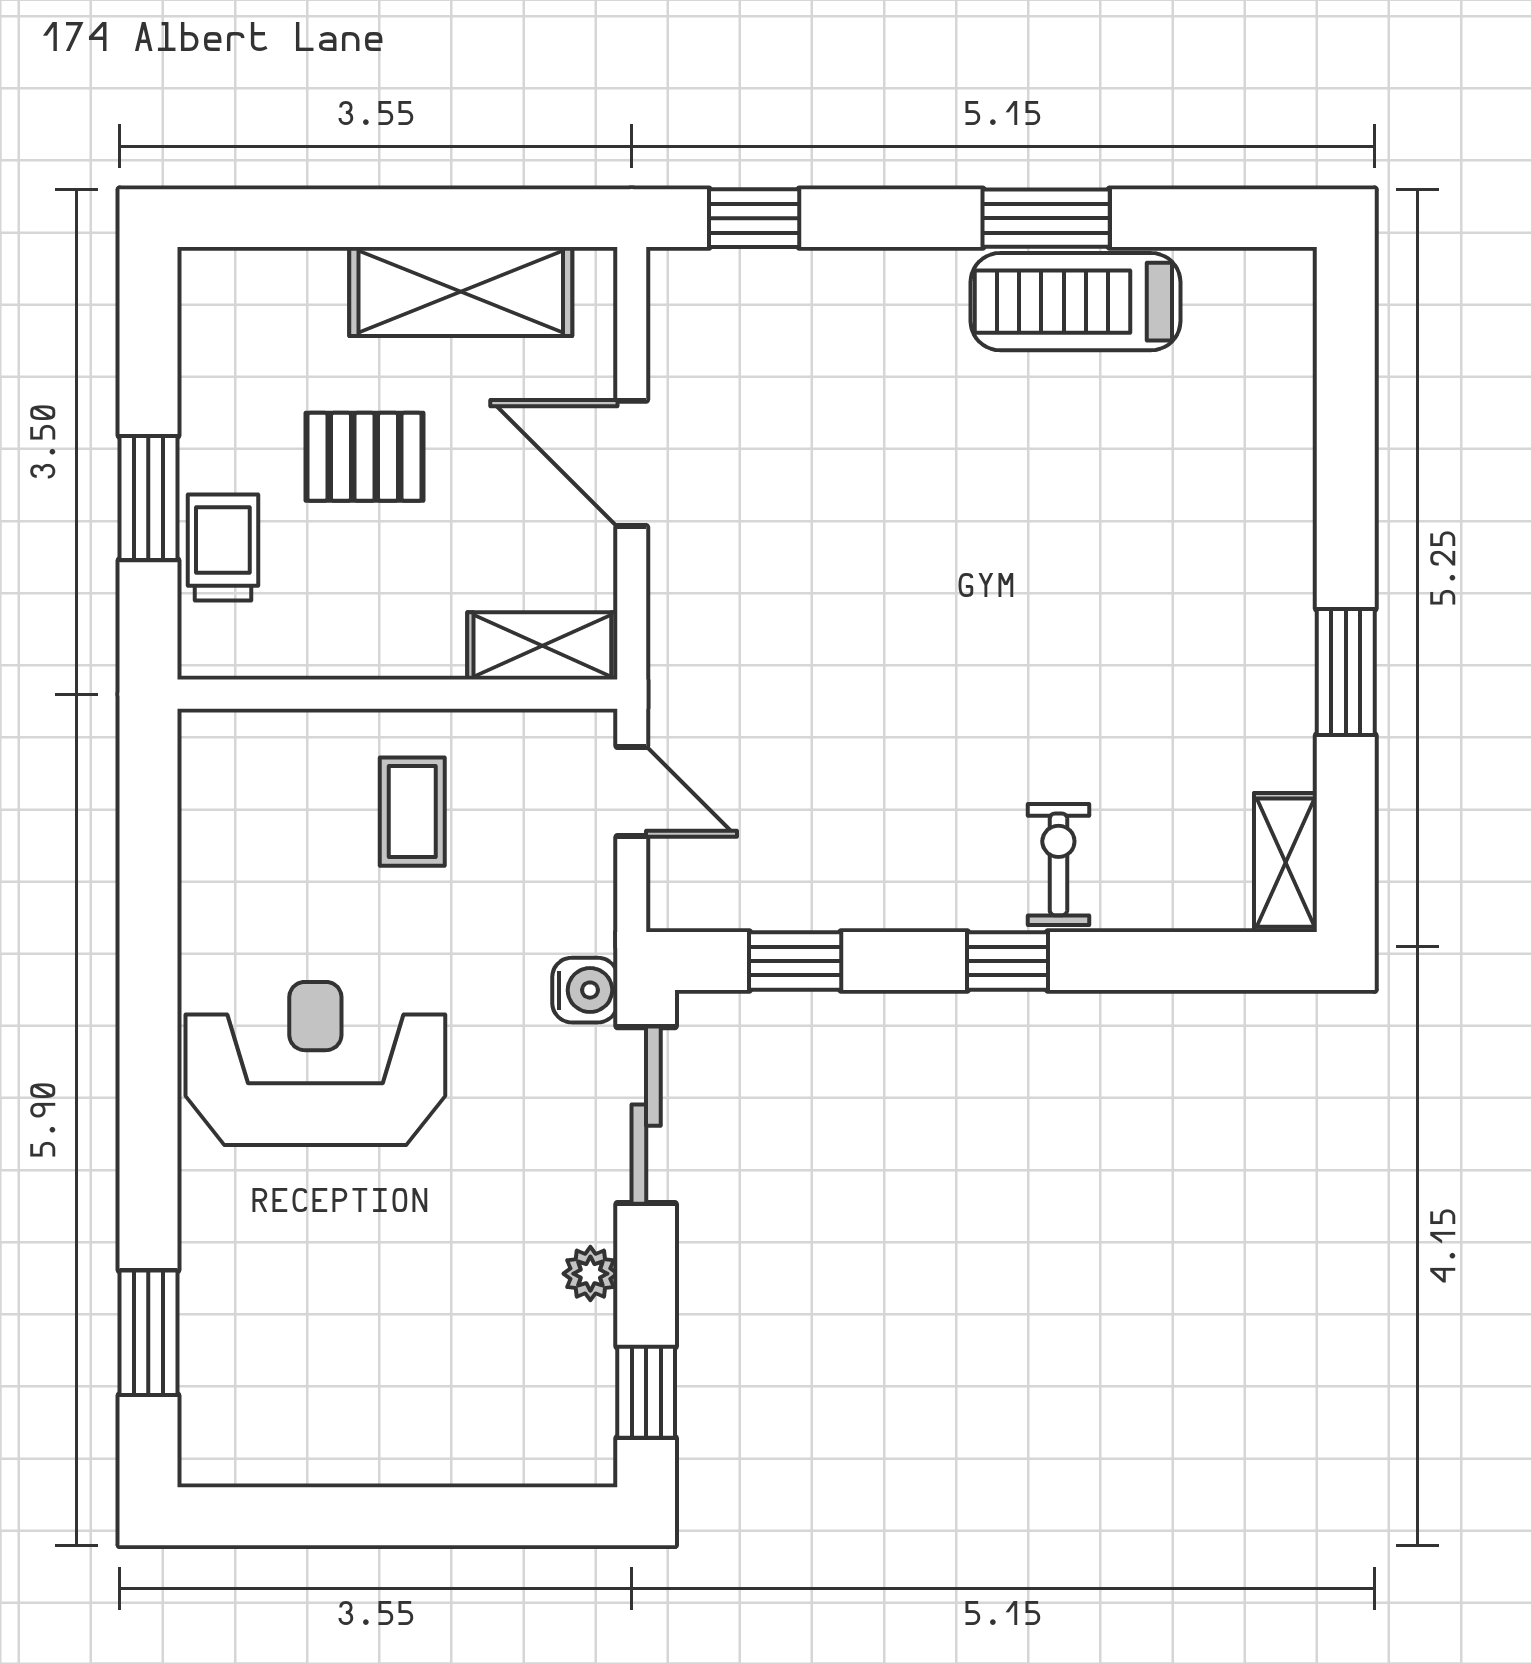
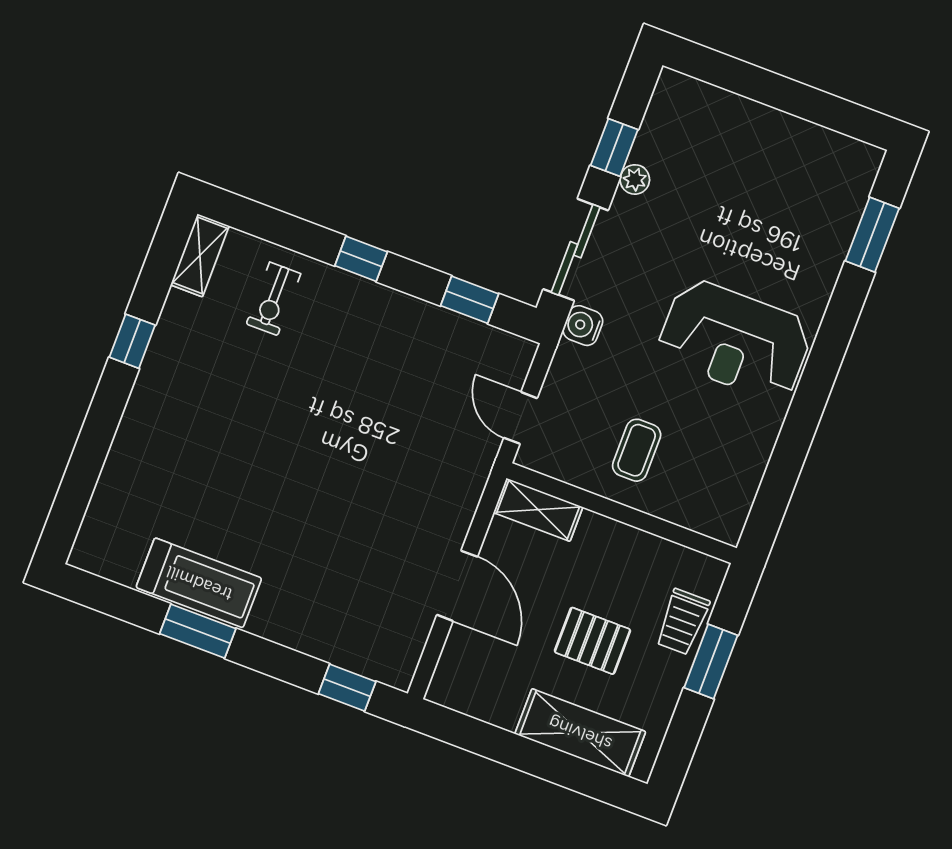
shelving: (461, 292) -> (580, 733), moved
window: (1346, 672) -> (132, 341), width x0.67
exercise bike: (1058, 864) -> (274, 299), moved
window: (646, 1392) -> (614, 148), moved

